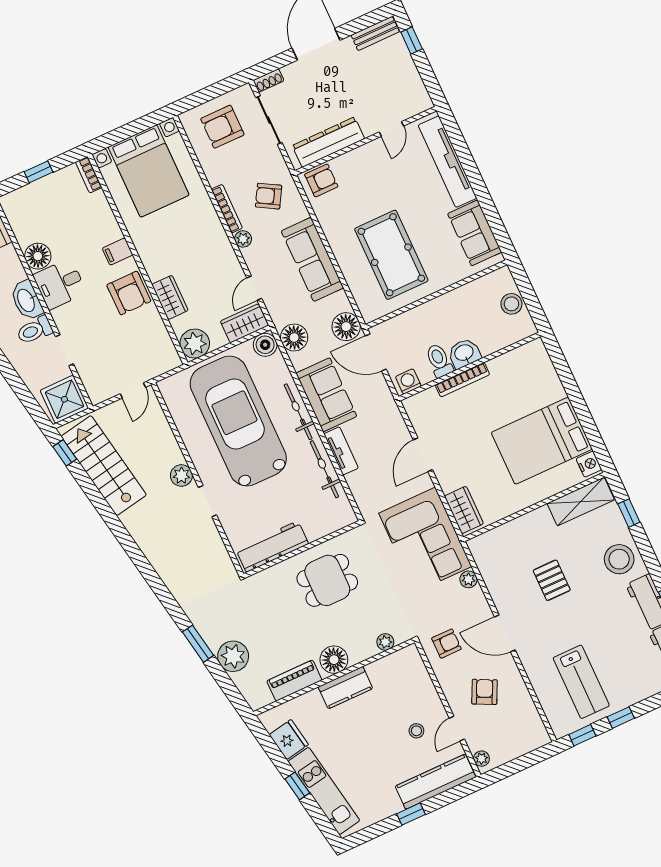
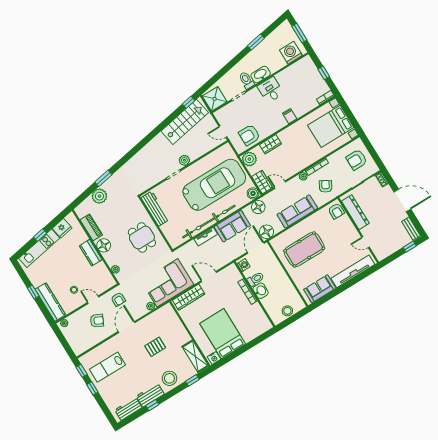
armchair: (222, 127) -> (357, 160), turned -90
floor lamp: (38, 256) -> (283, 77), removed
armchair: (129, 293) -> (249, 135), moved
wardrobe: (464, 510) -> (189, 297), width x1.50
door: (457, 729) -> (93, 300), moved

